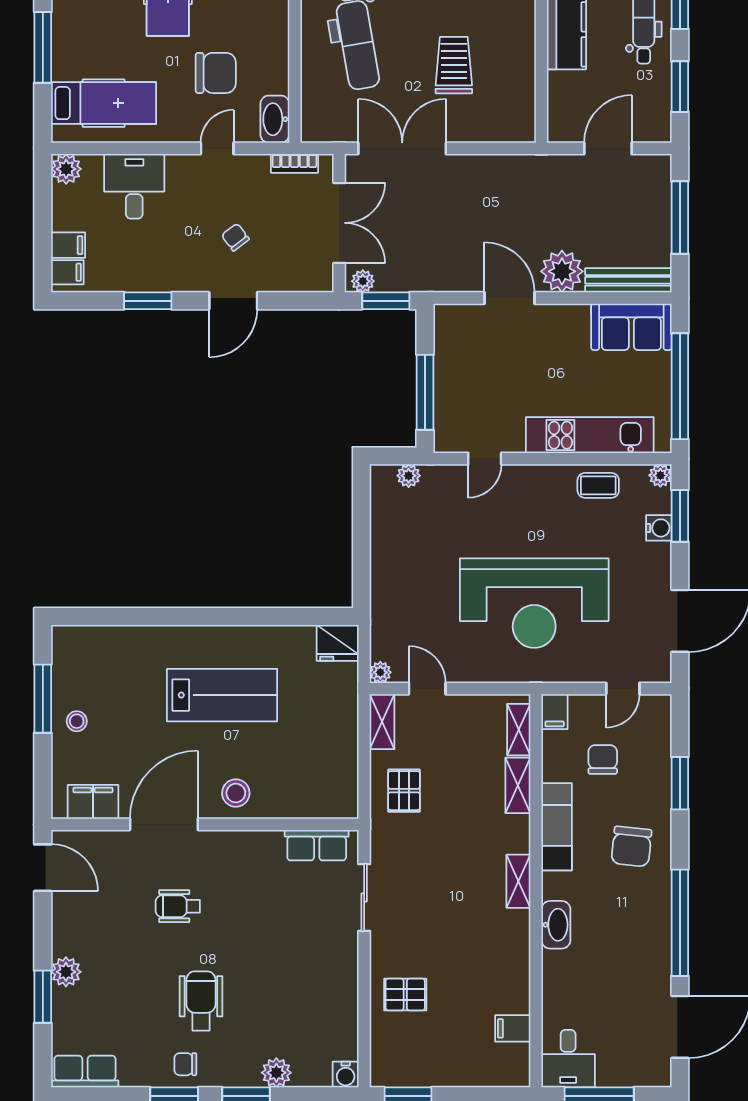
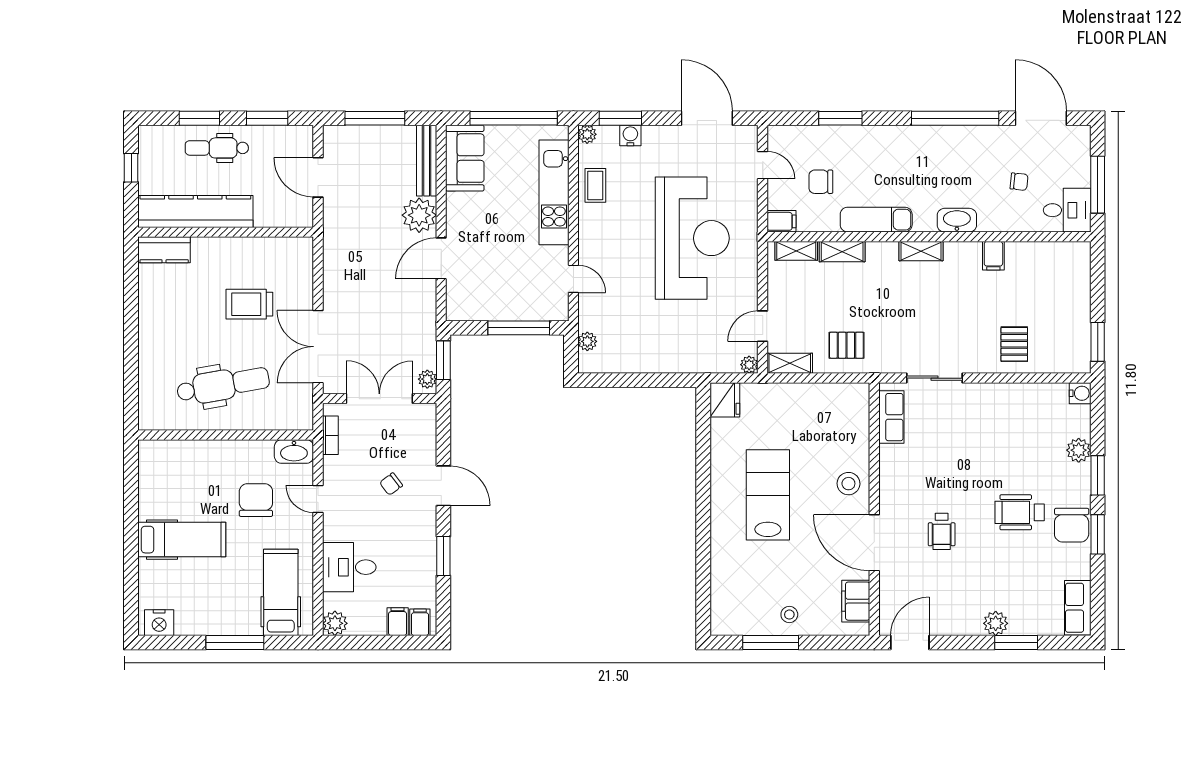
chair: (631, 847) -> (1019, 182), moved, width x0.54, depth x0.54
filing cabinet: (513, 1028) -> (993, 256), moved
chair: (185, 1064) -> (1072, 525), width x1.87, depth x1.87

